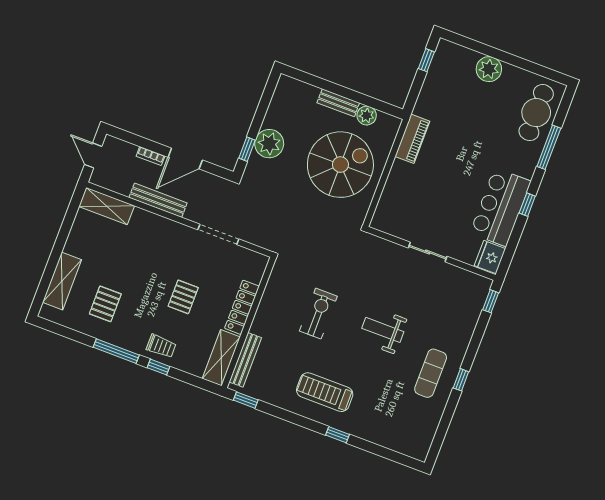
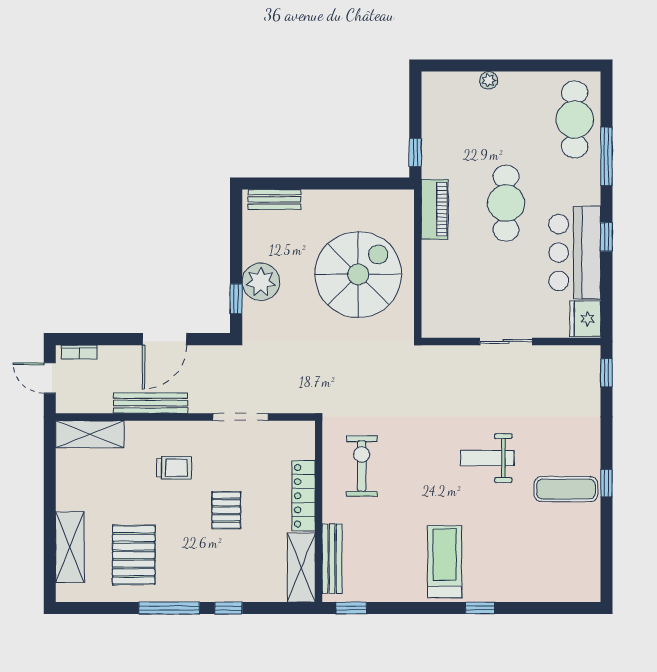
window: (426, 60) -> (415, 152), moved
plant: (489, 69) -> (489, 80), width x0.53, depth x0.53
bench: (338, 103) -> (274, 199), moved
plant: (367, 116) -> (368, 202), removed
cafe table: (465, 154) -> (506, 203), added
bookcase: (151, 156) -> (79, 352), moved
pallet: (105, 304) -> (134, 555), width x1.50, depth x1.42
exercise bike: (318, 314) -> (362, 466), moved
trolley: (161, 346) -> (174, 468), moved
exercise mat: (431, 373) -> (566, 489), turned 90
treadmill: (325, 392) -> (445, 562), turned 90

